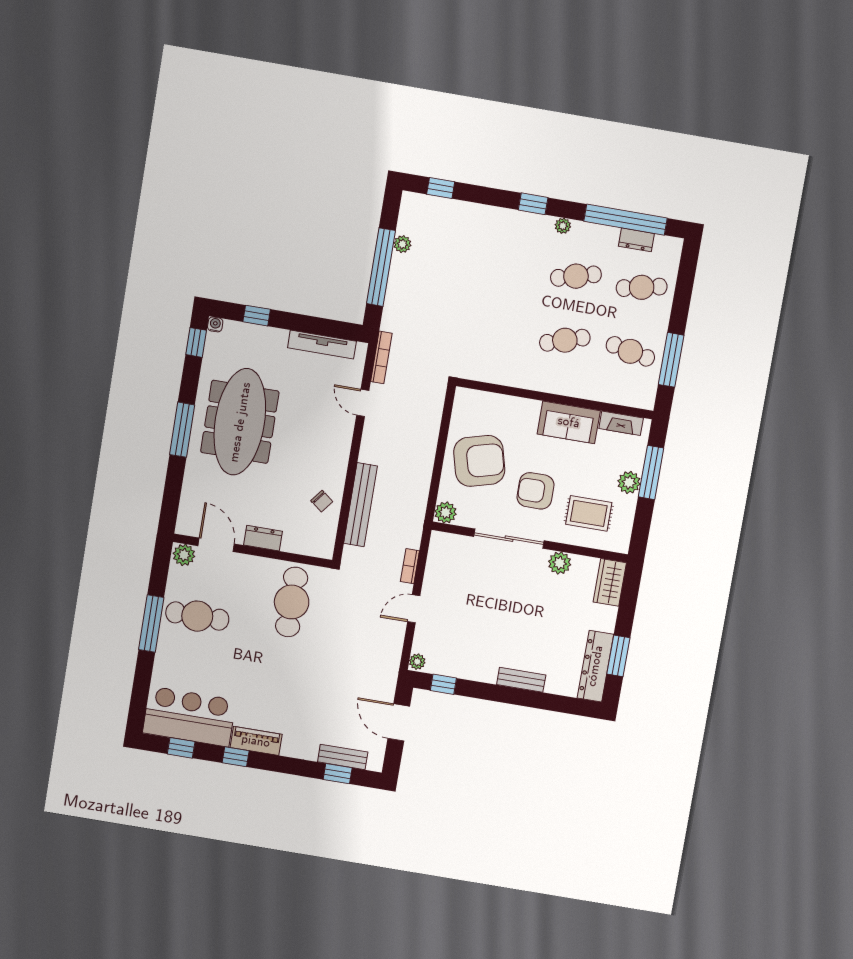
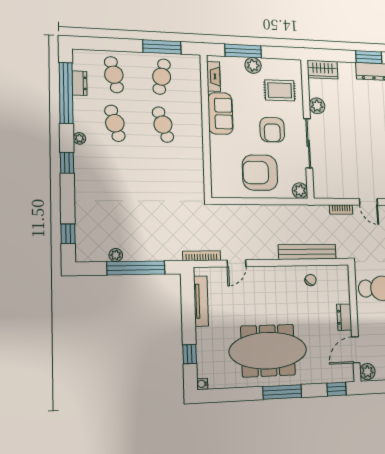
window: (196, 342) -> (337, 389), moved
armchair: (479, 461) -> (260, 173), turned -75
rug: (589, 513) -> (280, 90), turned 90

